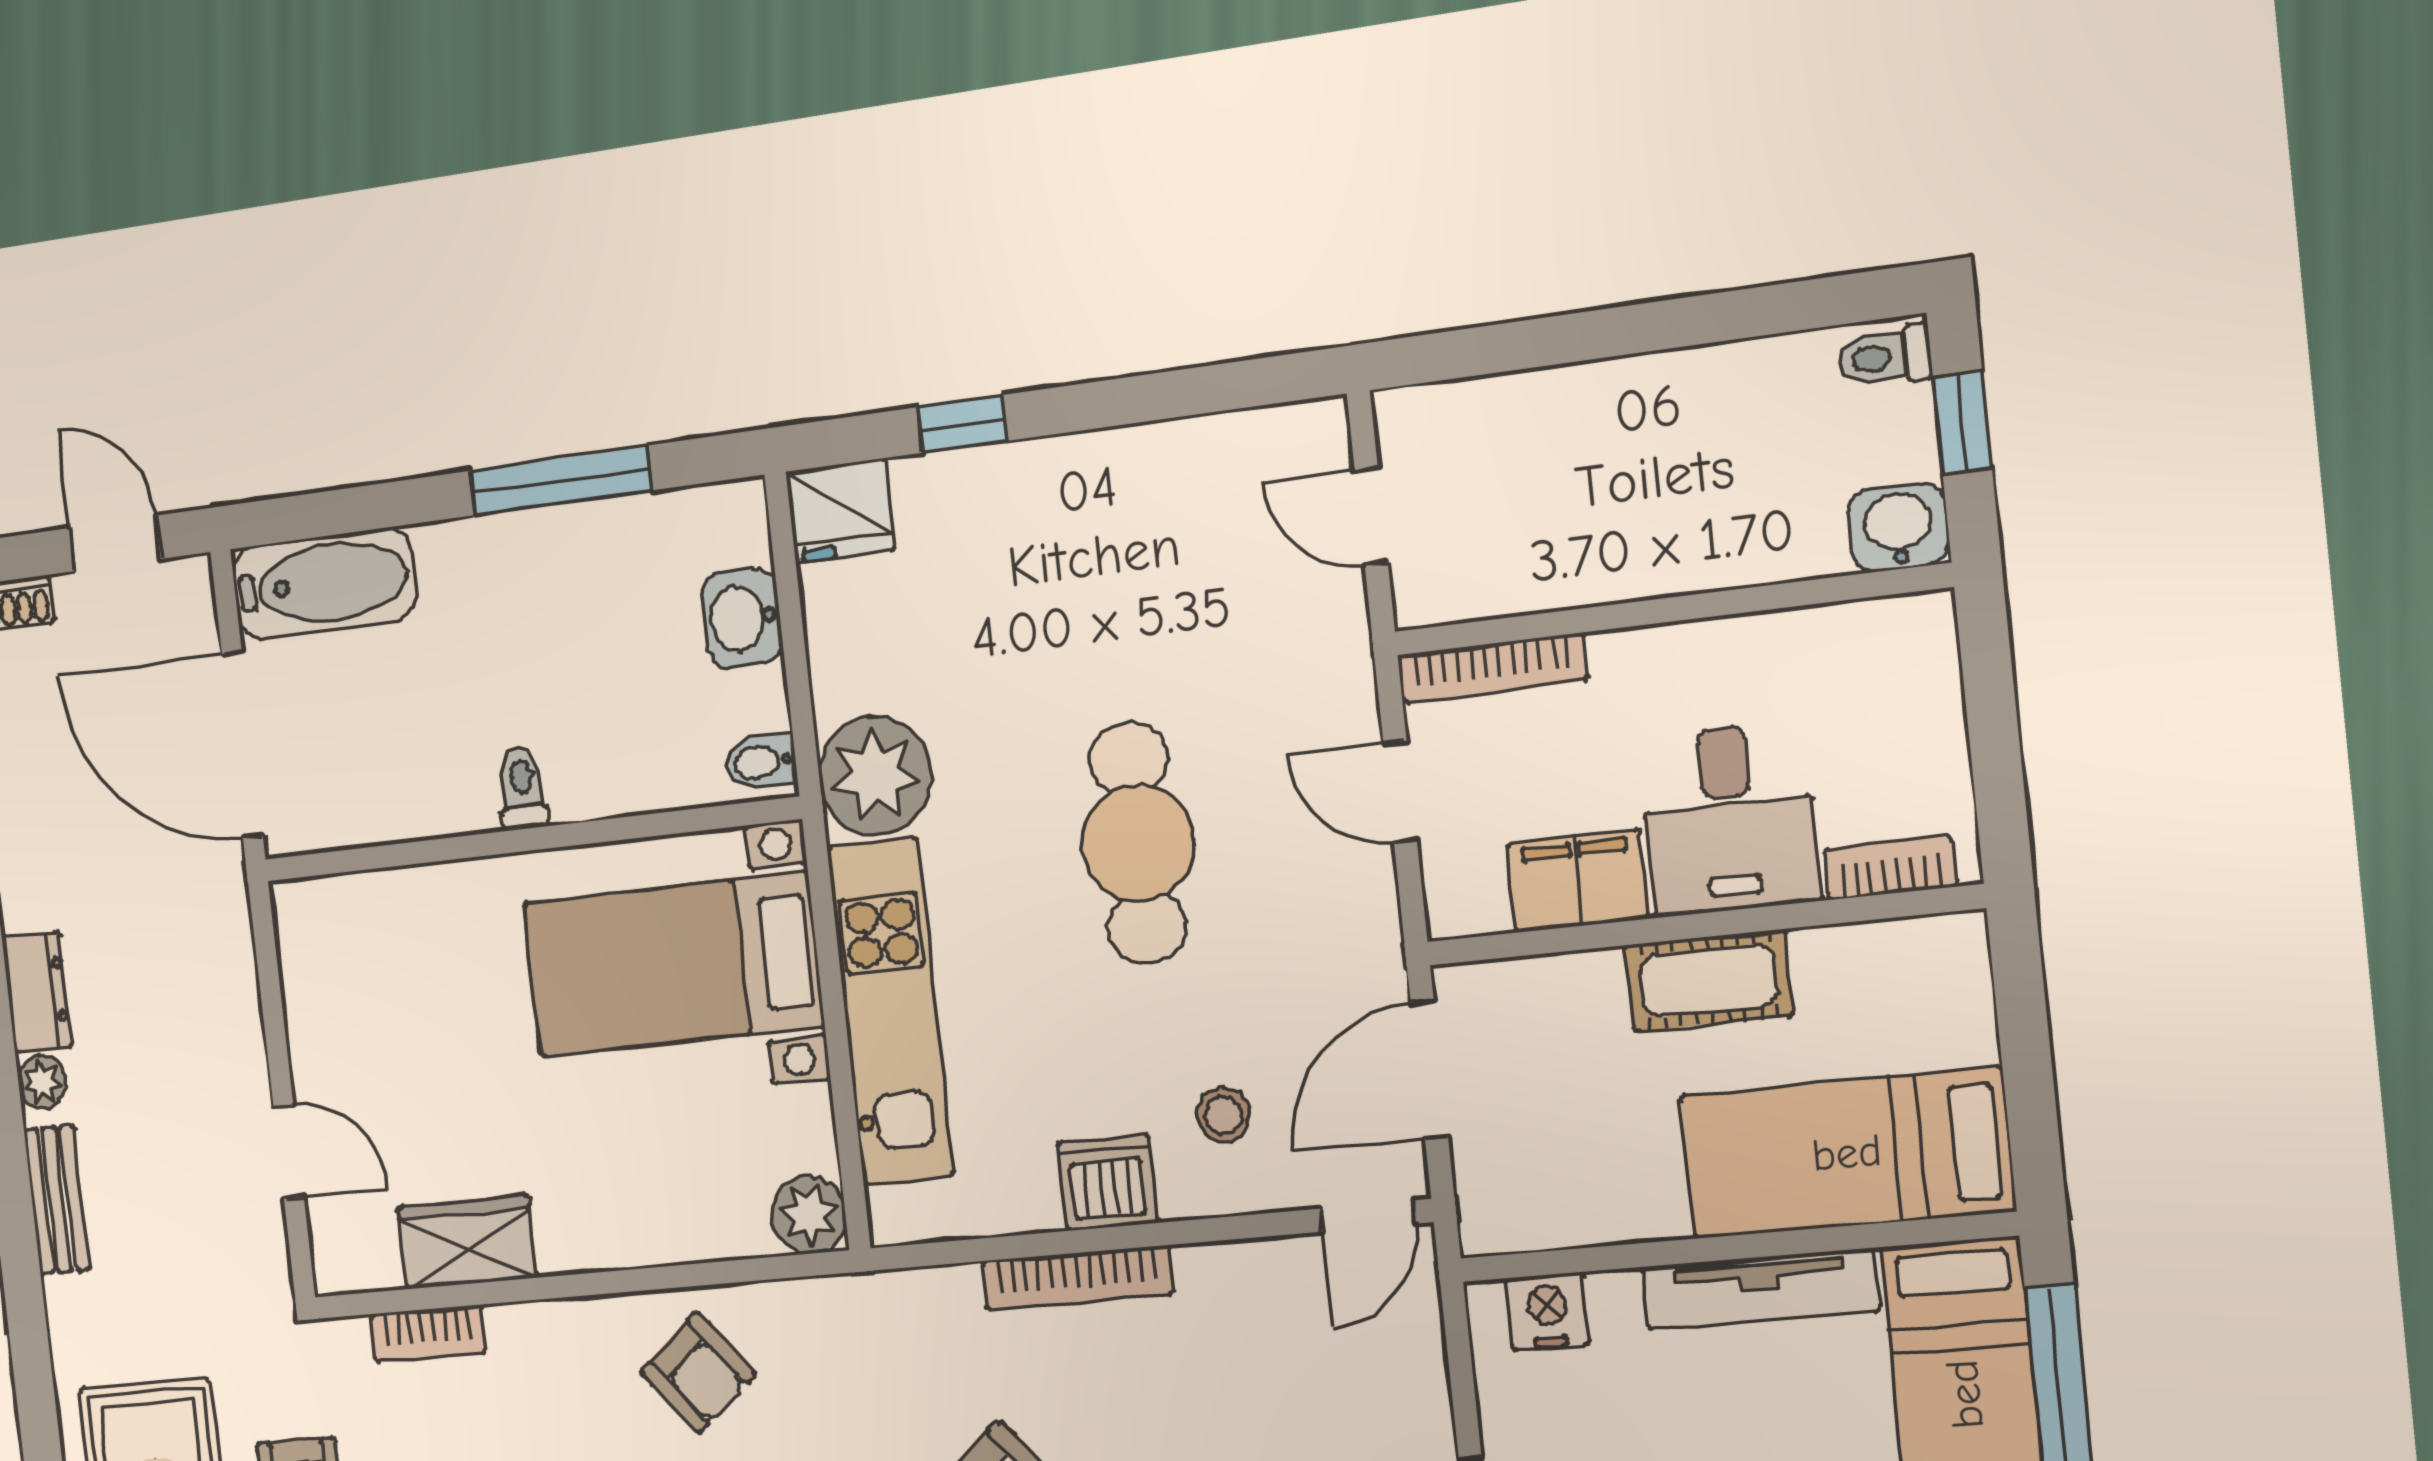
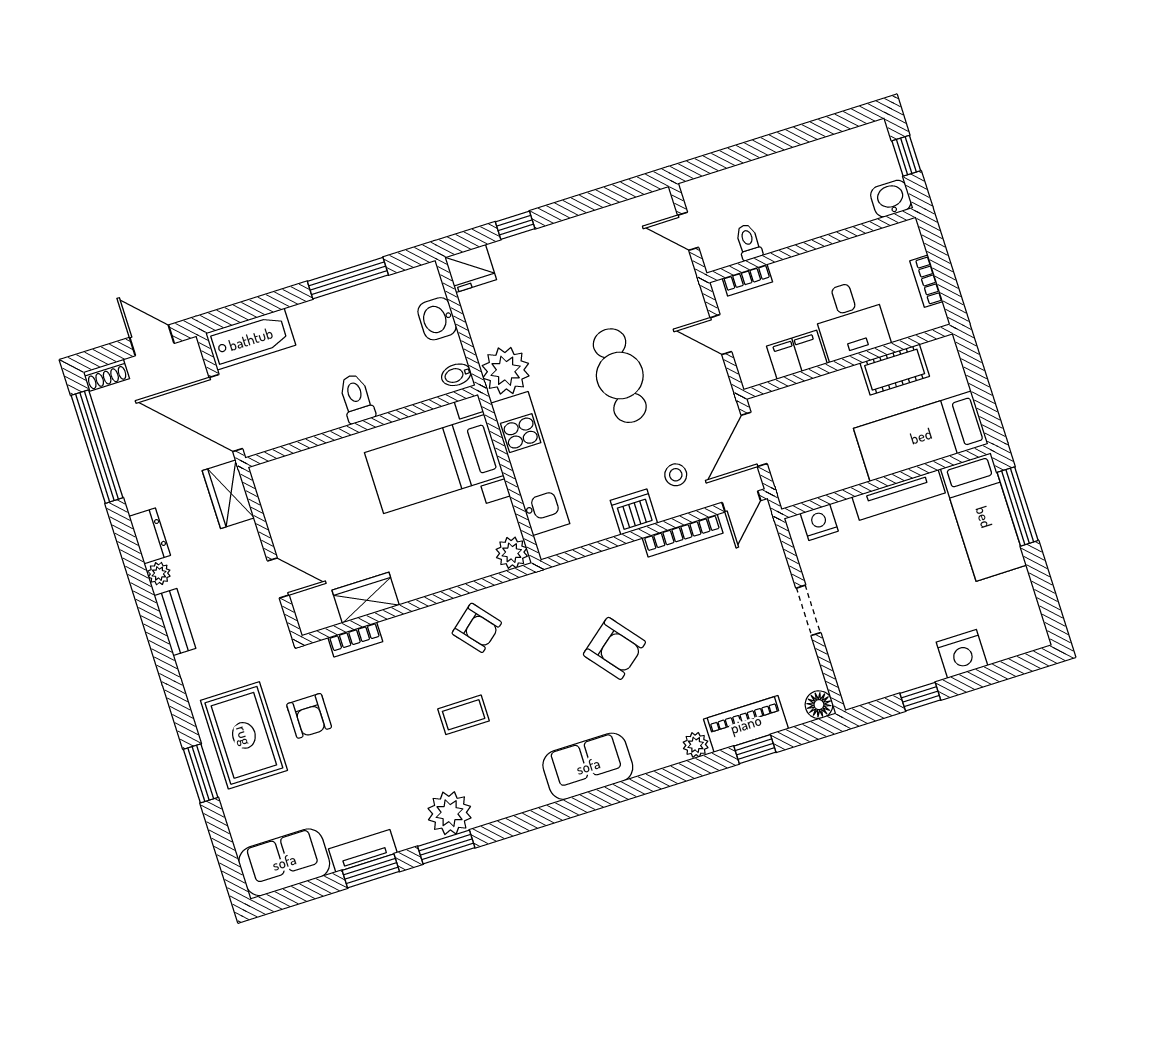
toilet: (1885, 357) -> (749, 242), moved, turned 90
bookcase: (1492, 668) -> (747, 280), width x0.64
toilet: (522, 788) -> (356, 399), width x1.37, depth x1.39
bookcase: (1890, 868) -> (926, 281), moved, turned -90
wardrobe: (216, 935) -> (228, 494), added
cot: (1709, 981) -> (895, 370), moved
bookcase: (1077, 1278) -> (683, 536), moved

